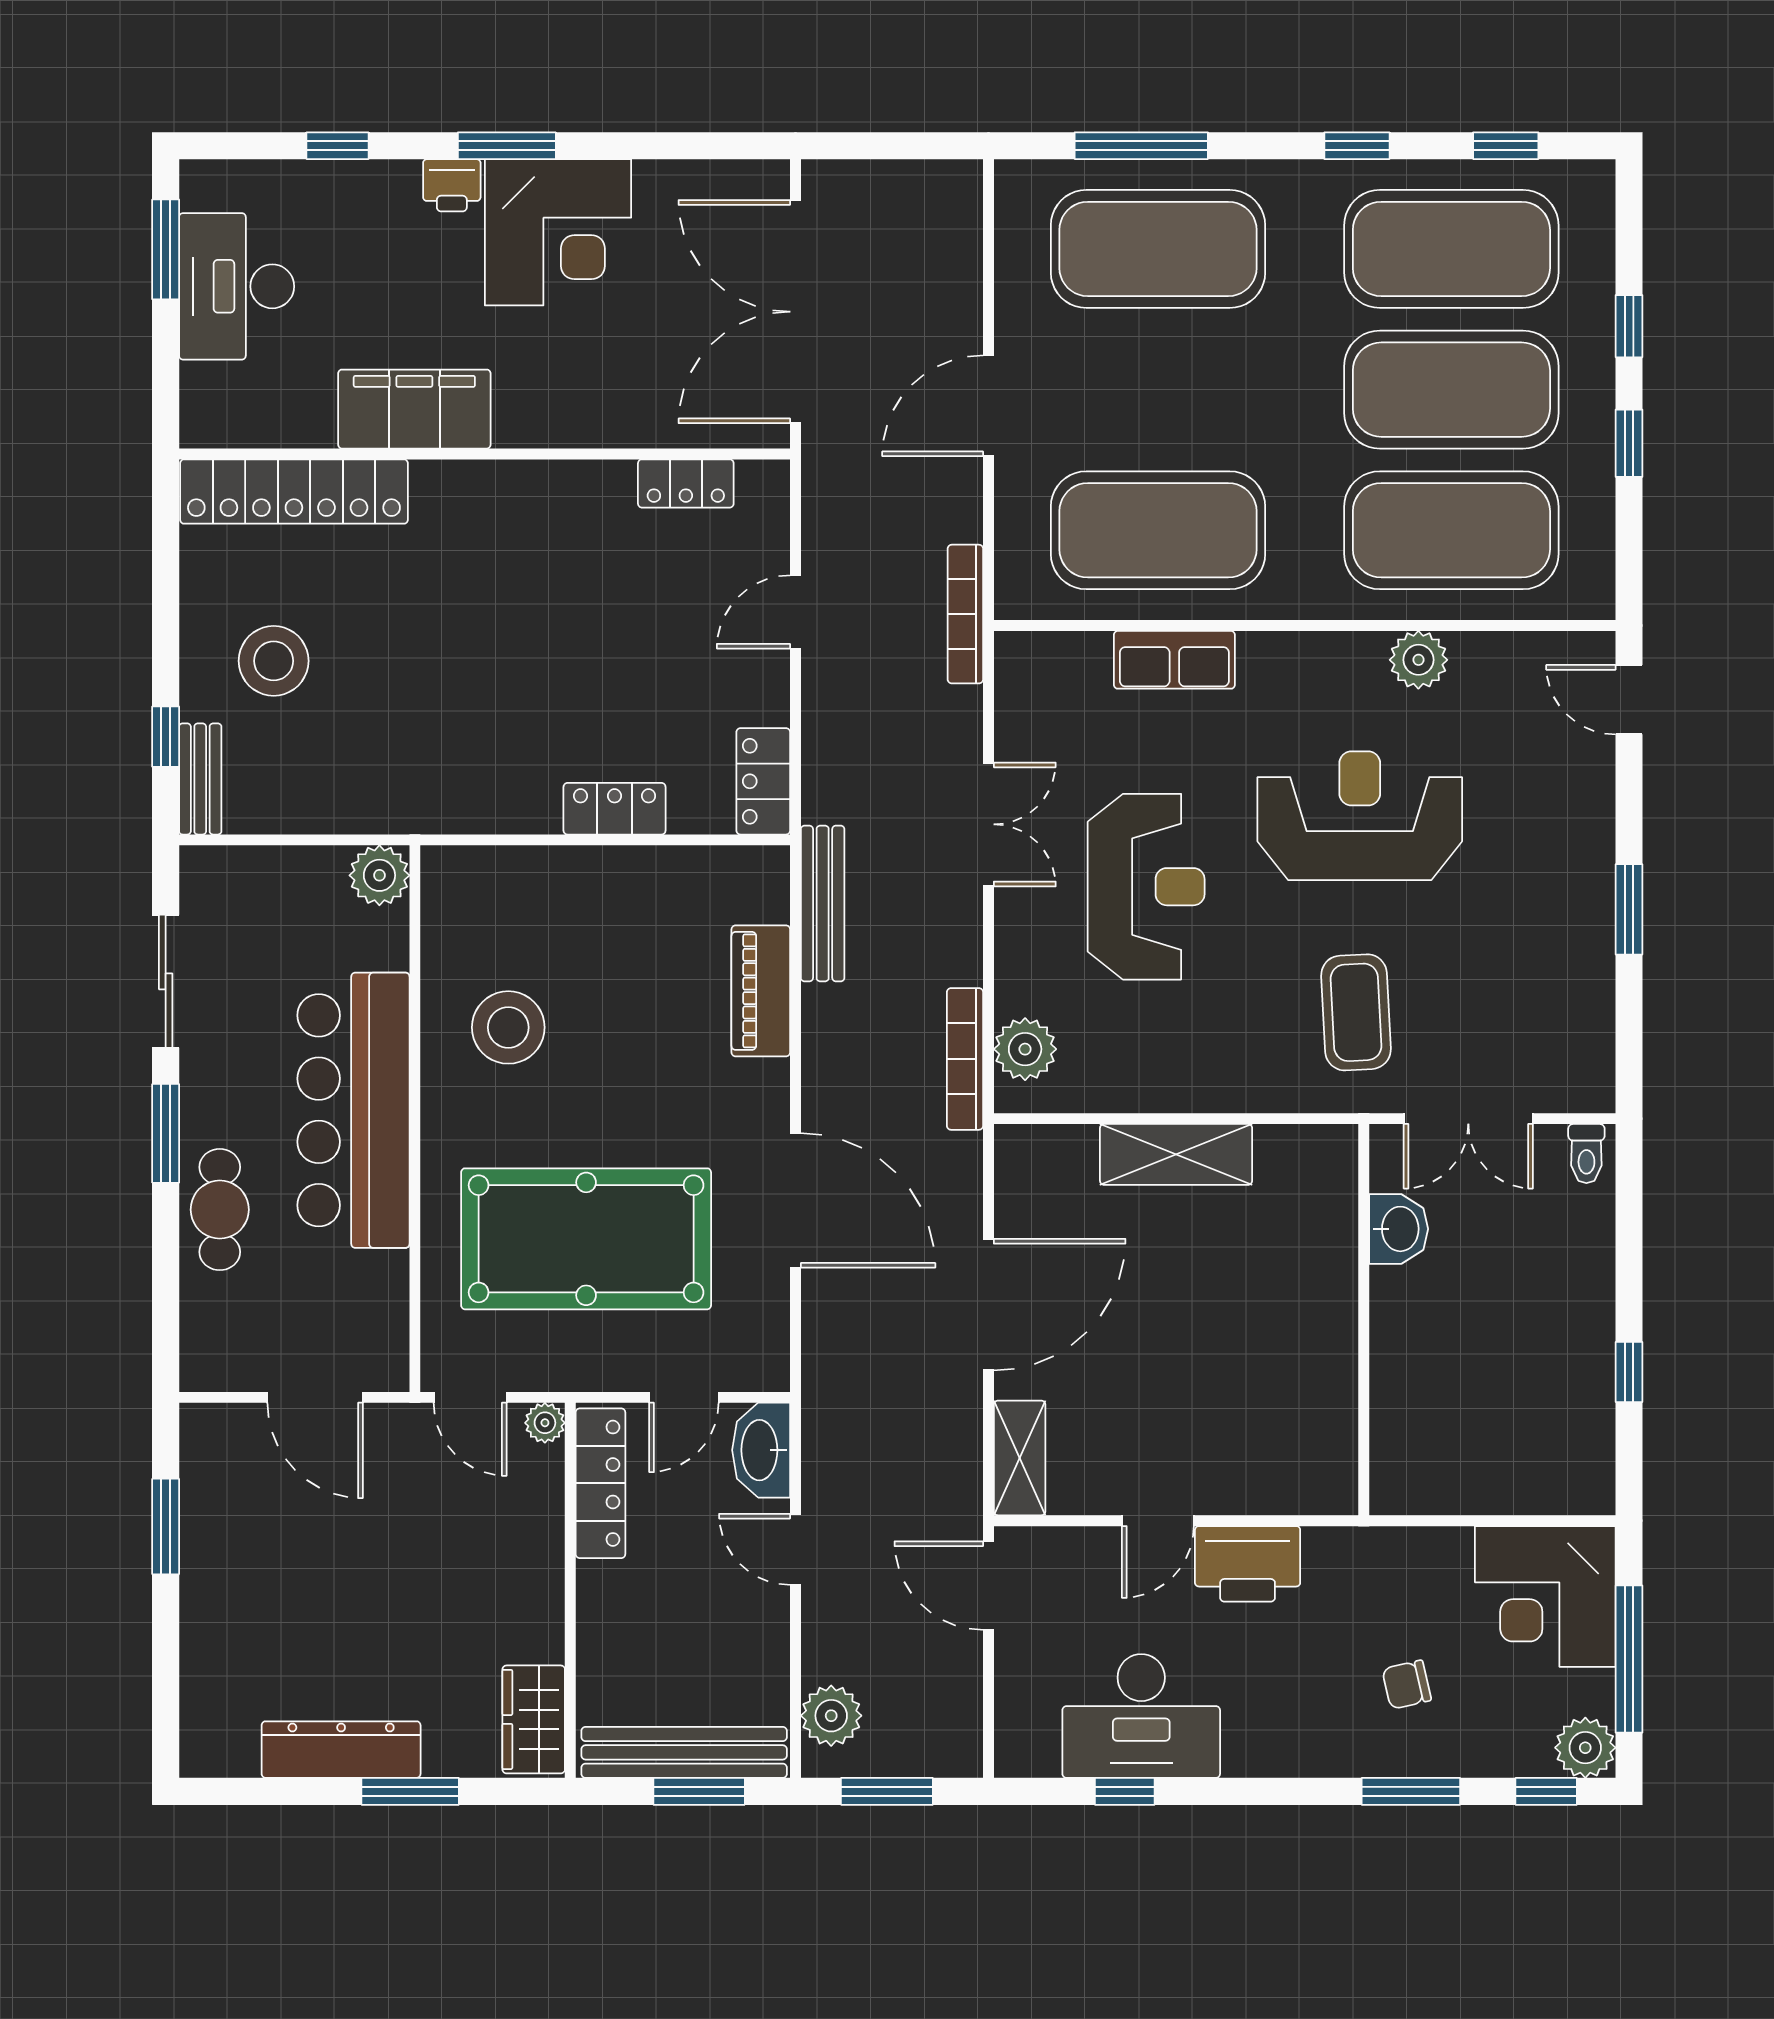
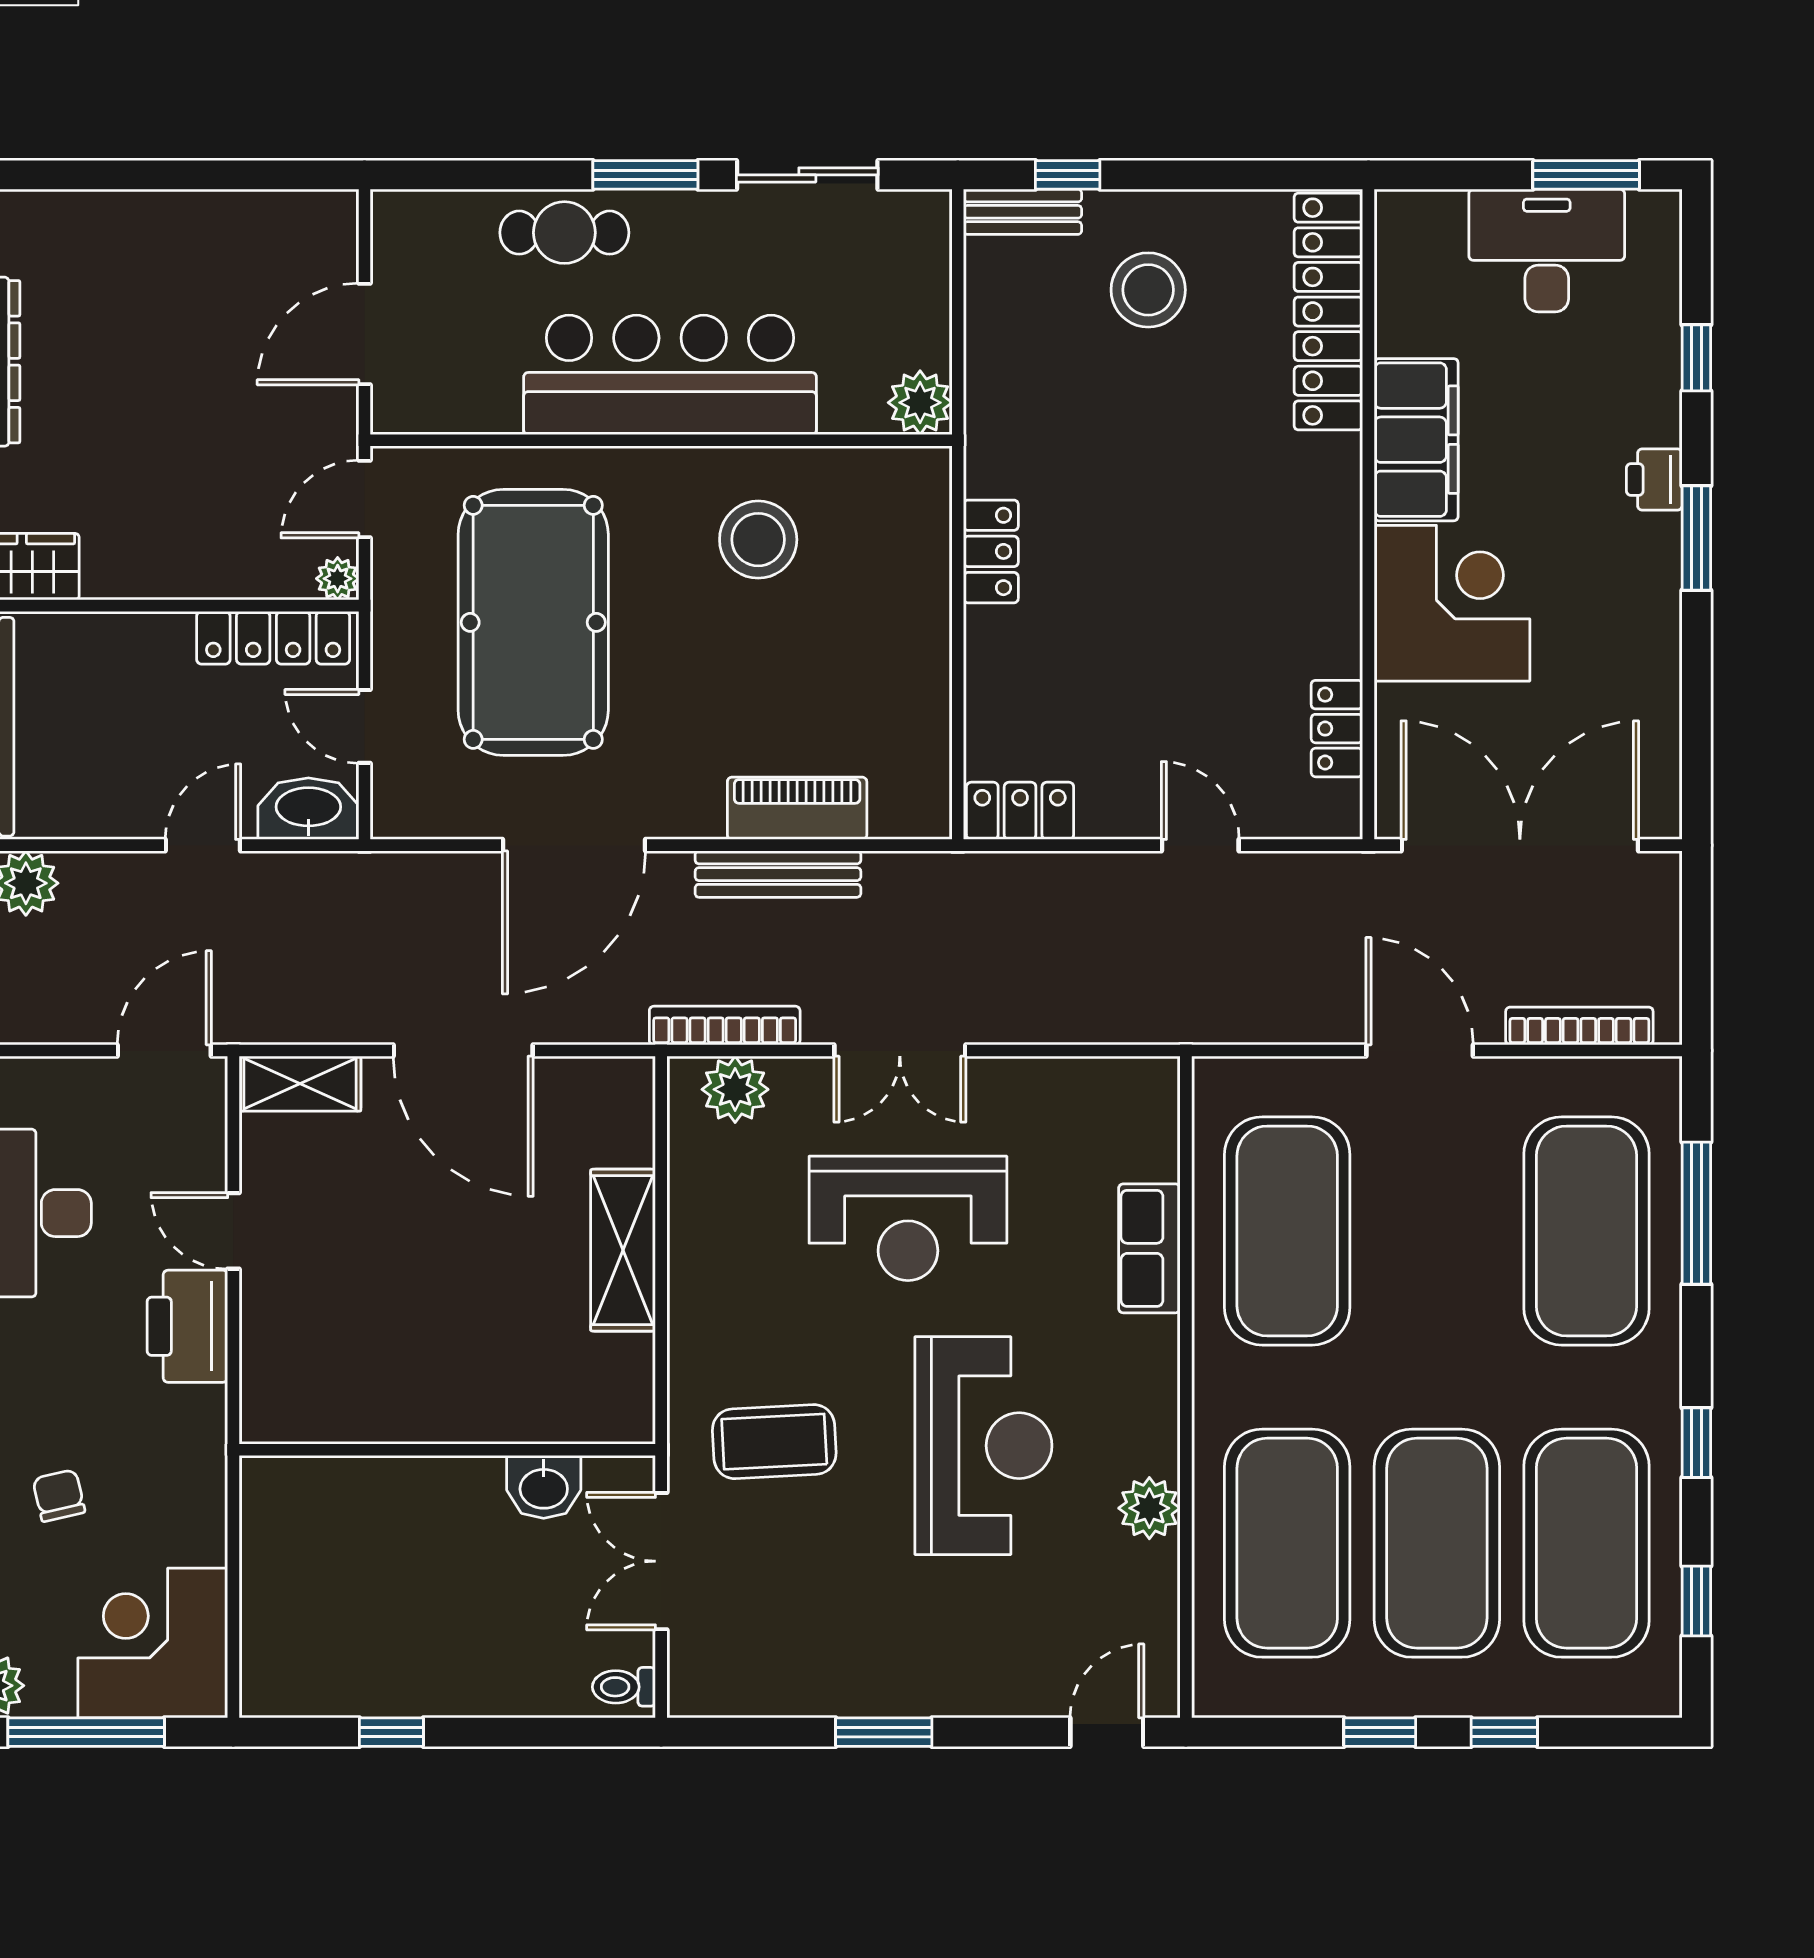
corner desk: (558, 232) -> (1452, 603), moved, turned 180
bookcase: (965, 614) -> (1579, 1026), moved
locker: (615, 809) -> (991, 551), moved
double door: (988, 824) -> (900, 1051), moved
bench: (823, 904) -> (778, 874), moved
window: (166, 1527) -> (227, 175), removed

